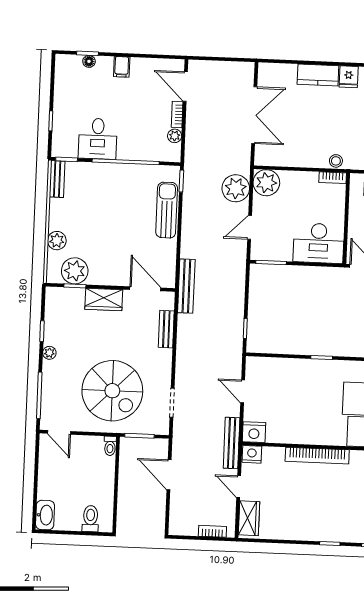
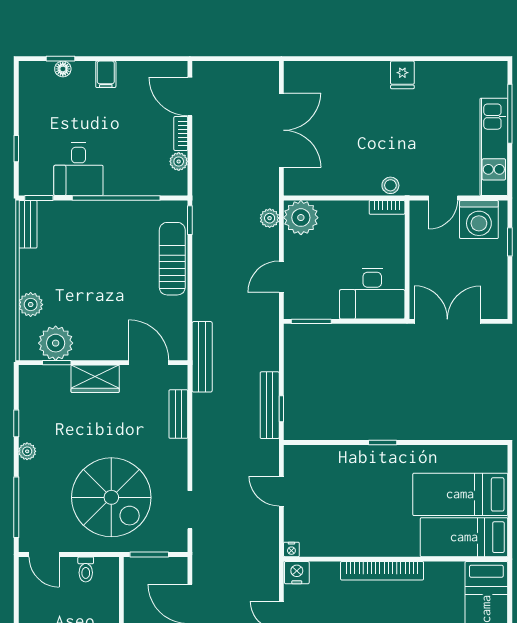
kitchen counter: (318, 75) -> (362, 74), removed
plant: (236, 188) -> (270, 218), width x0.53, depth x0.53
nightstand: (254, 432) -> (291, 549), width x0.53, depth x0.56
bench: (232, 443) -> (270, 405), moved
toilet: (110, 446) -> (86, 569), moved

